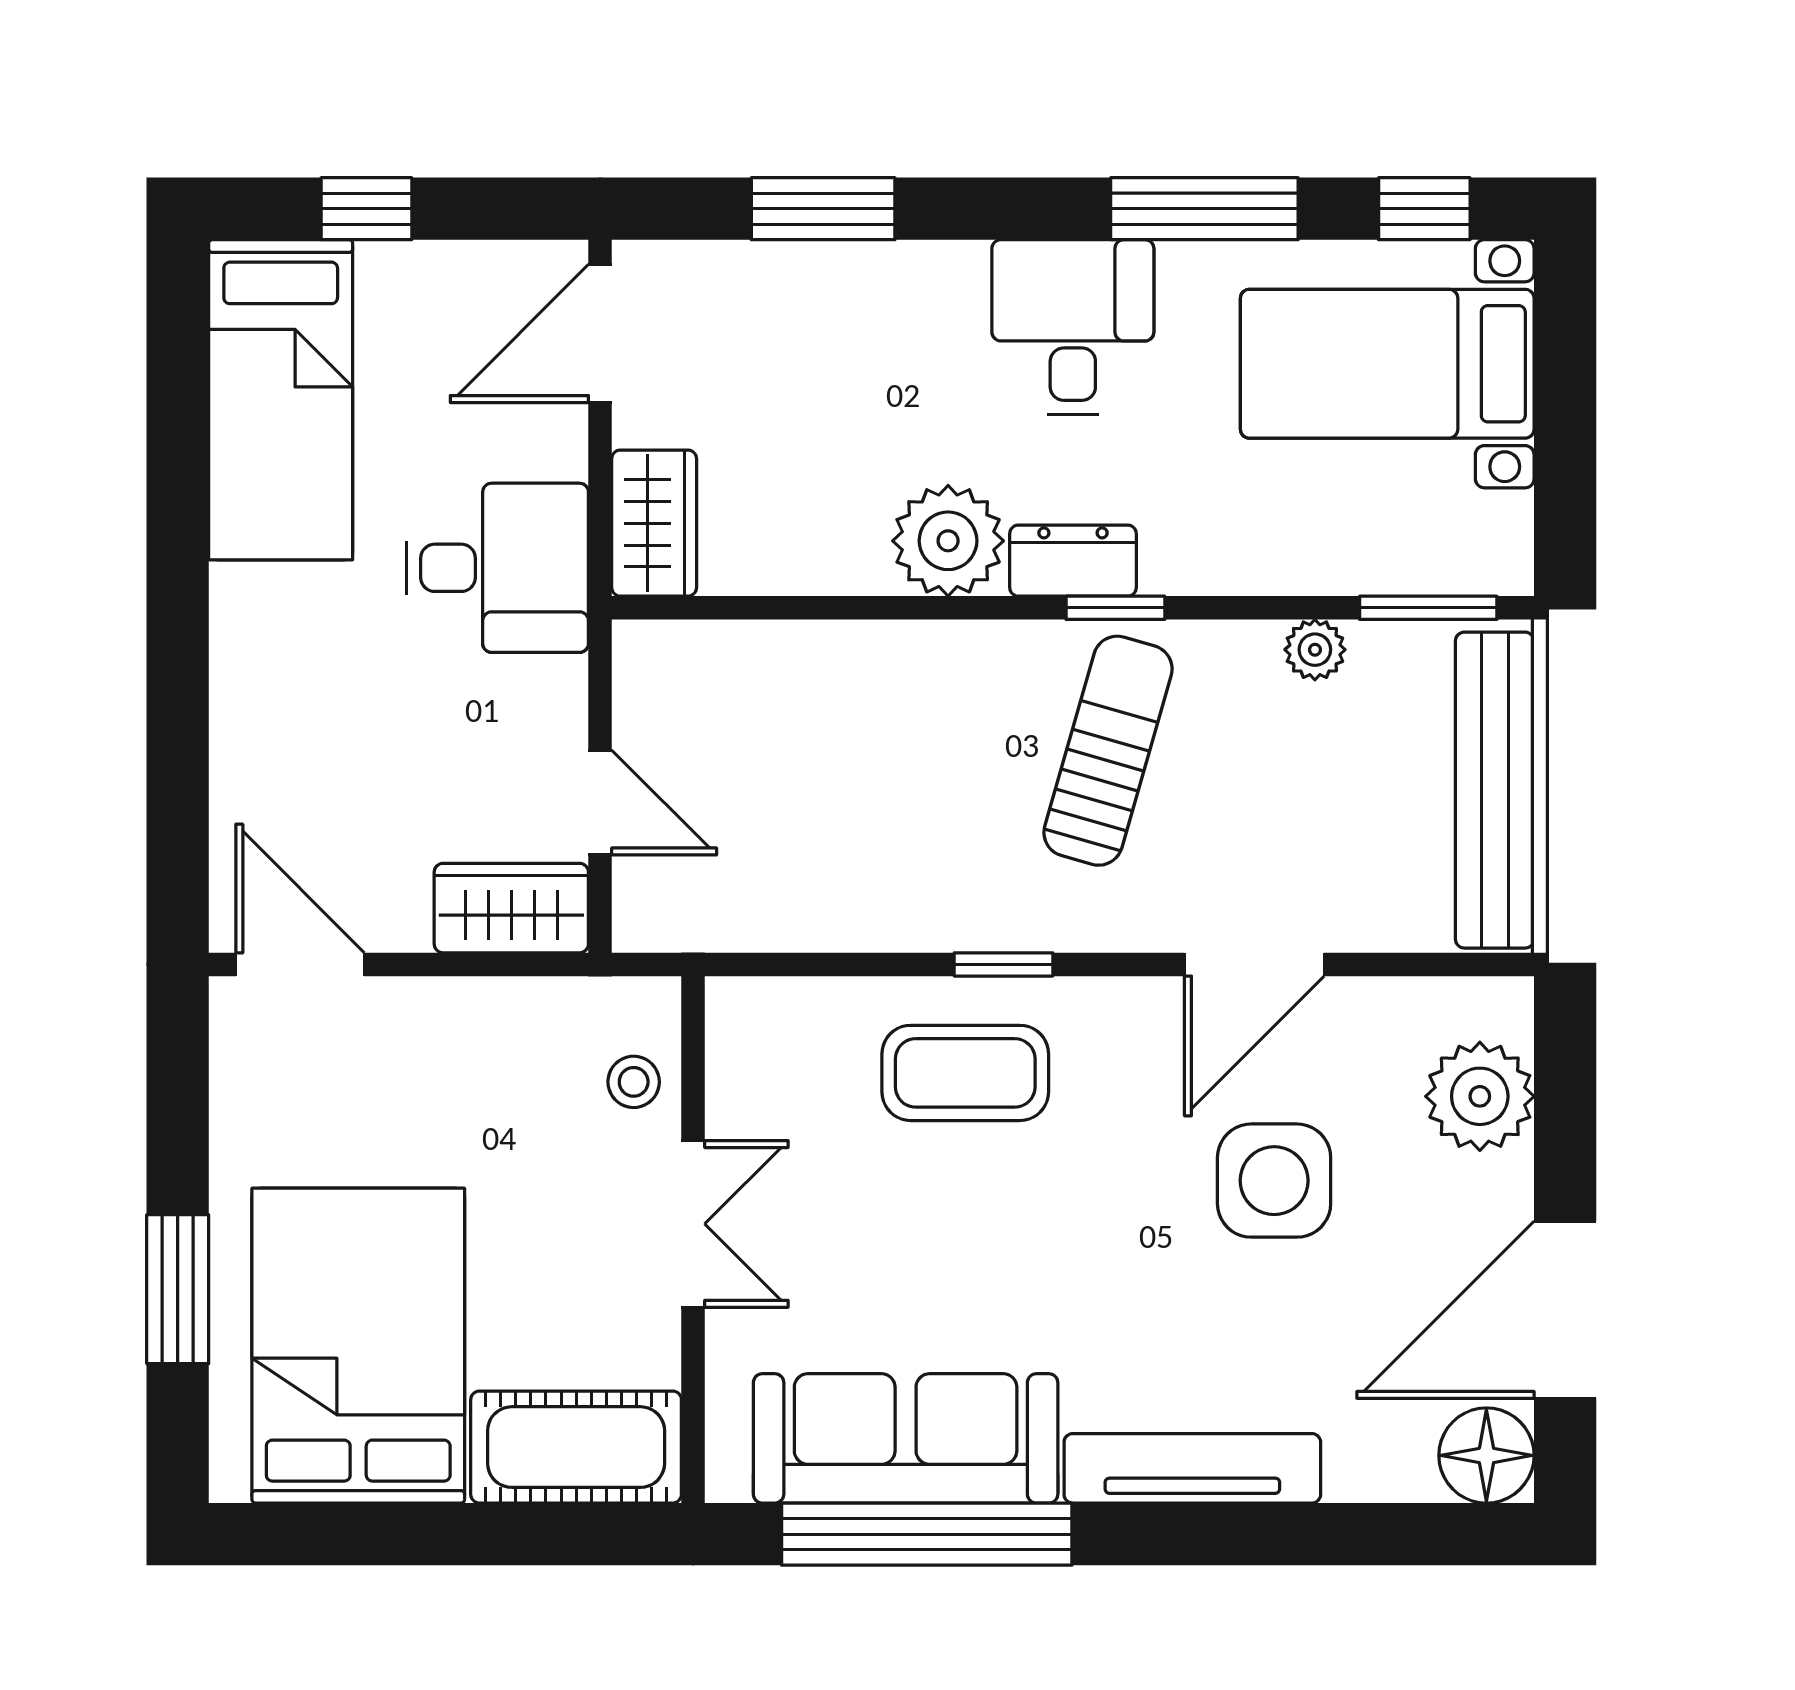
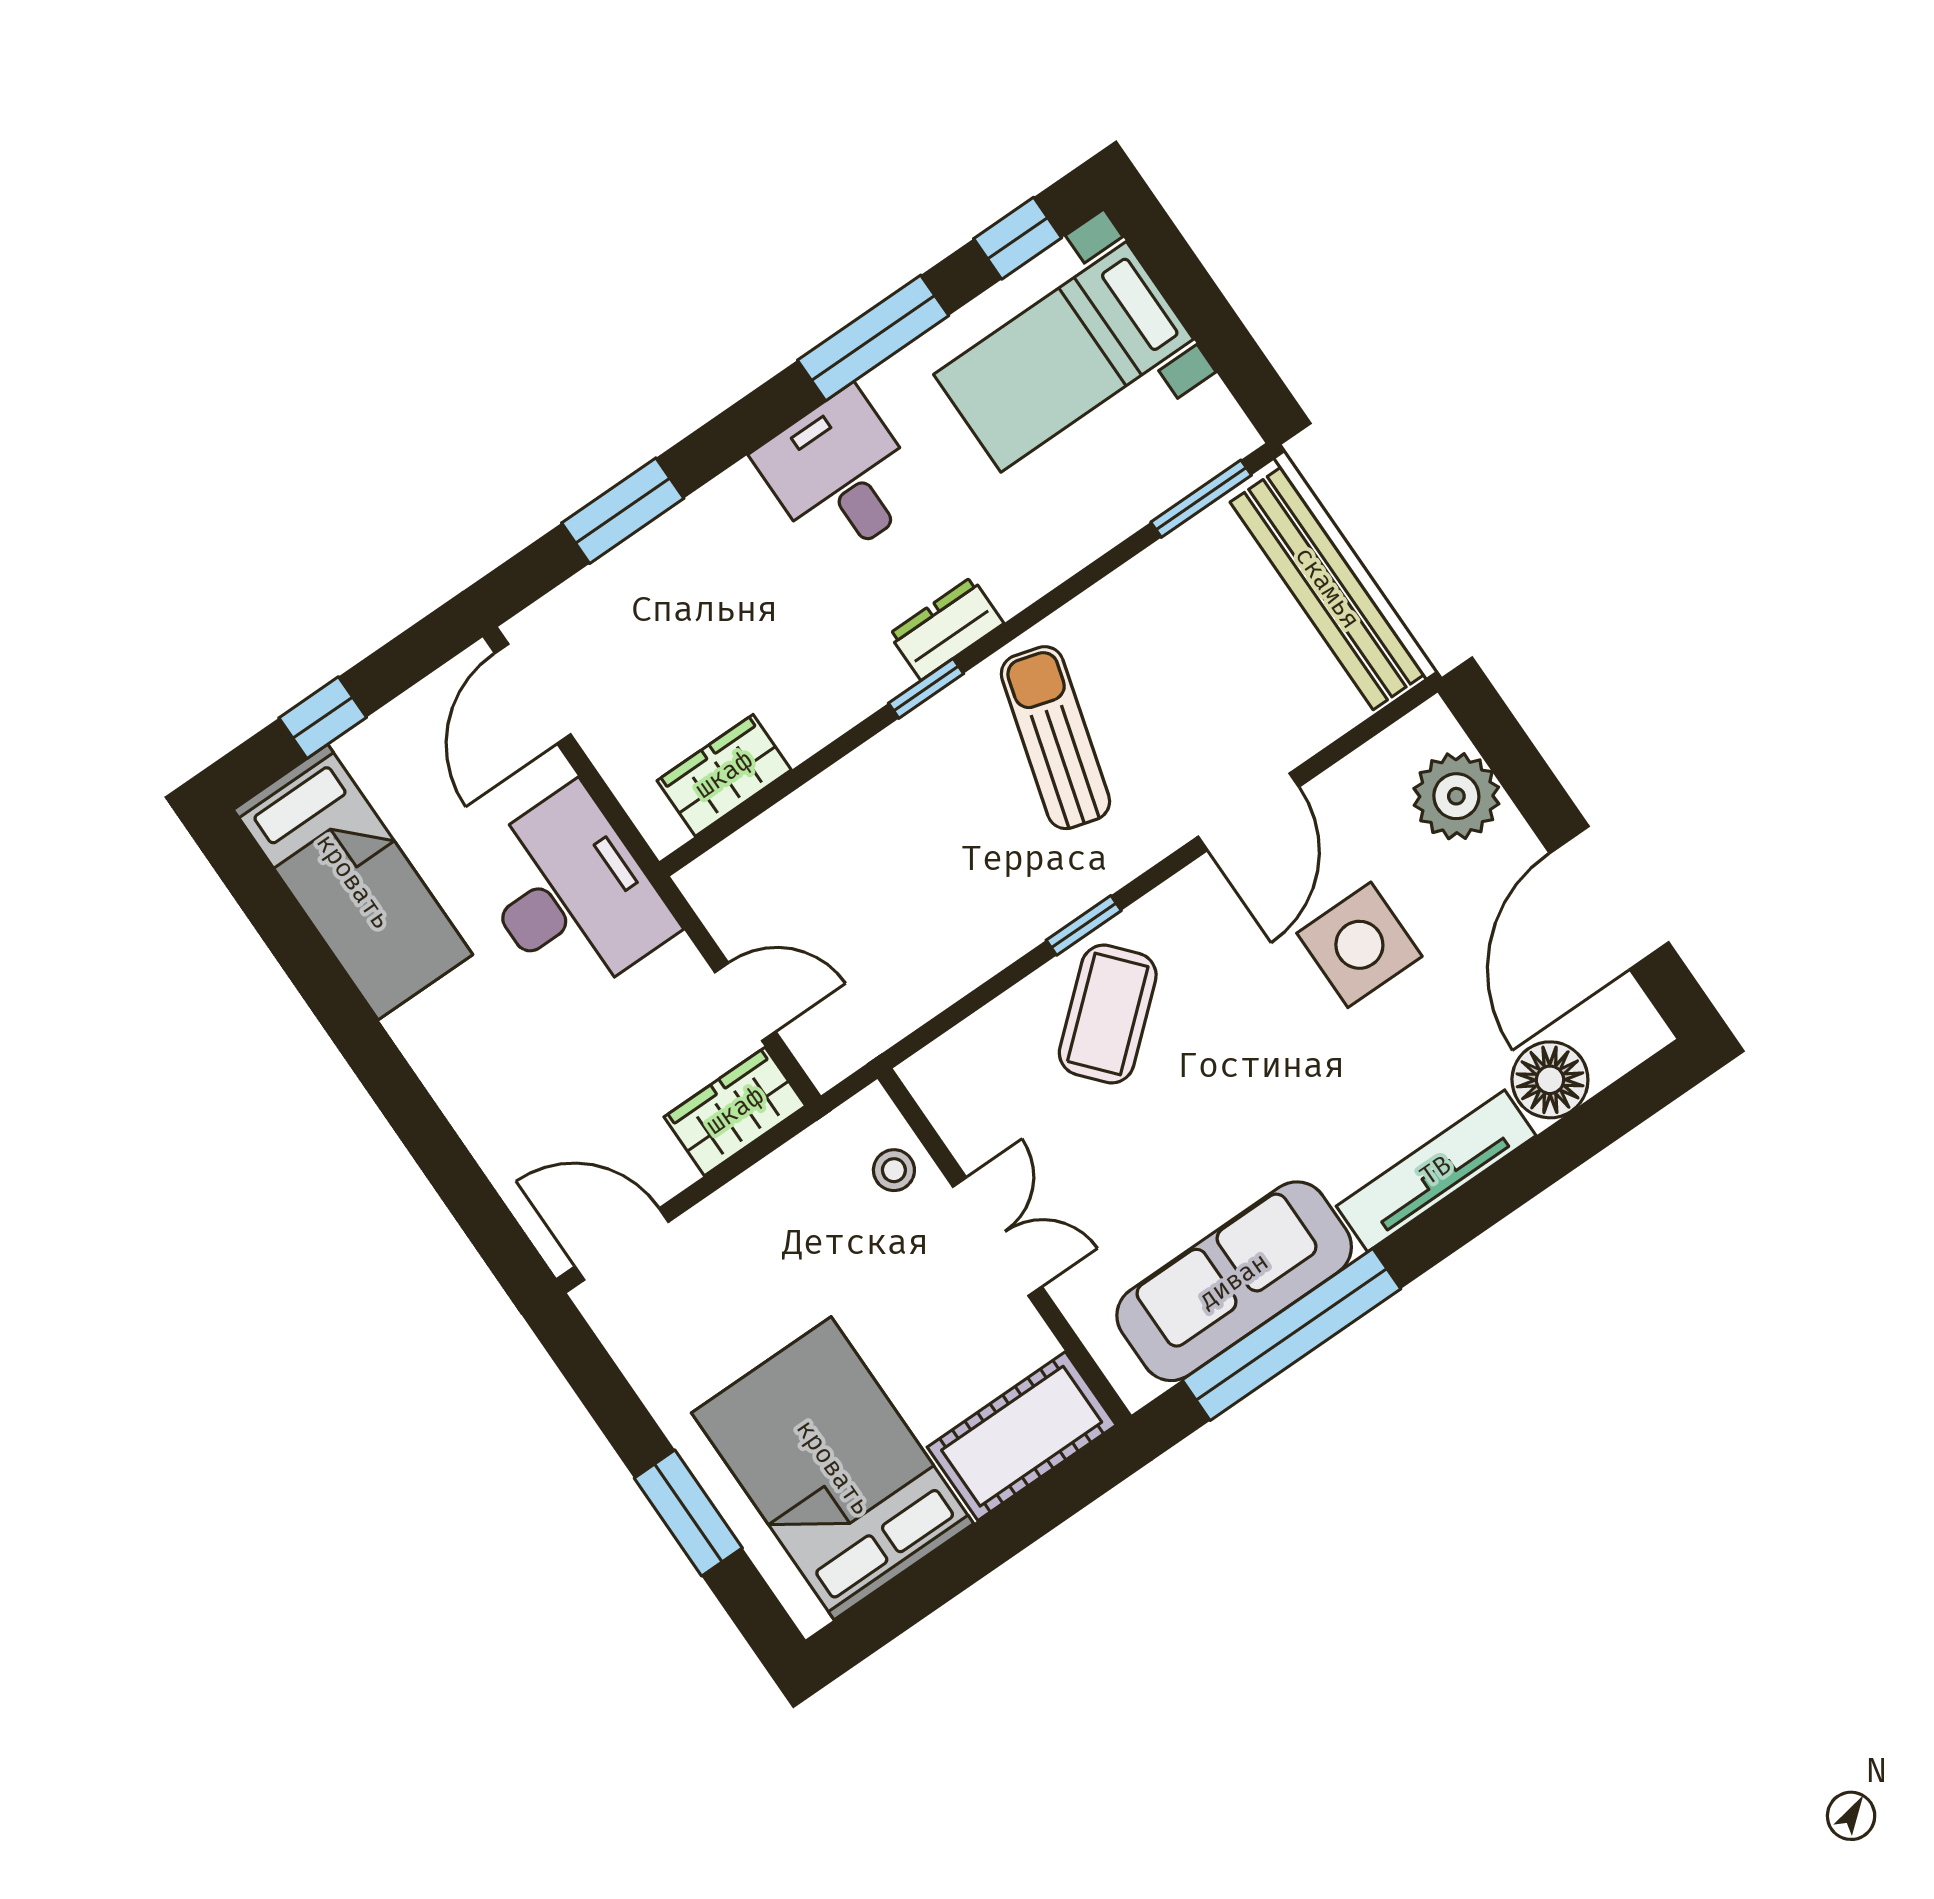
wardrobe: (654, 523) -> (724, 775), moved, turned -90
plant: (948, 541) -> (855, 672), removed
desk: (497, 568) -> (571, 894), width x1.37
window: (1115, 608) -> (926, 688), moved
plant: (1315, 650) -> (1146, 578), removed
coffee table: (965, 1073) -> (1108, 1014), turned -41
floor lamp: (1486, 1455) -> (1550, 1080), moved

